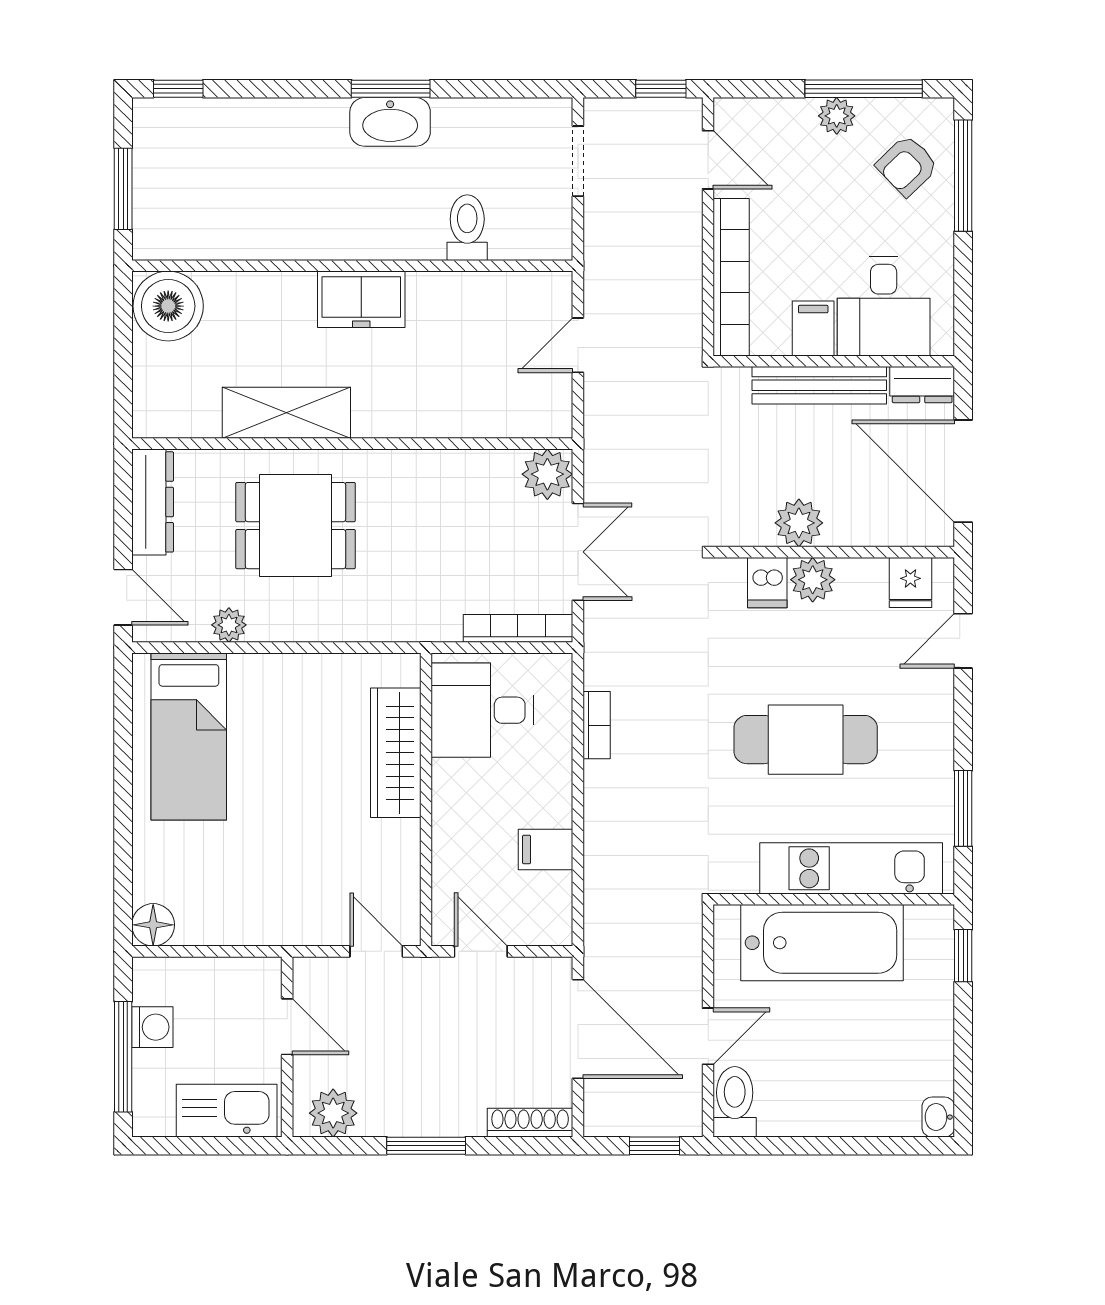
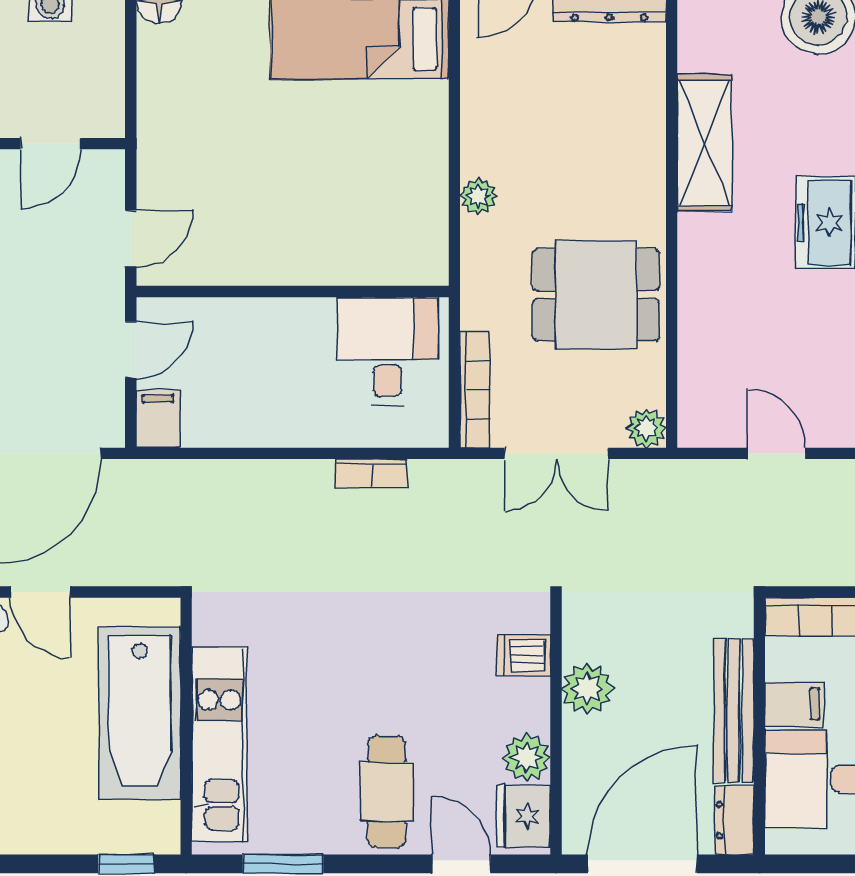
plant: (547, 474) -> (646, 428), width x0.73, depth x0.73
dining table: (296, 526) -> (596, 295), moved, turned 90
plant: (813, 580) -> (527, 758), moved
fridge: (910, 583) -> (524, 816), width x1.38
plant: (229, 625) -> (478, 196), moved
cafe table: (806, 740) -> (387, 792), moved, width x0.73, depth x0.74
wardrobe: (396, 753) -> (342, 259), removed
filing cabinet: (546, 849) -> (158, 419), moved

